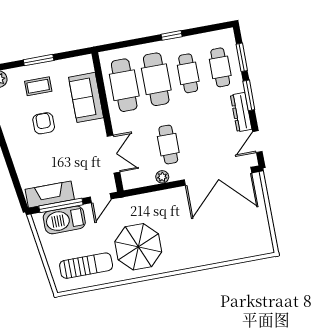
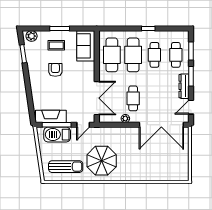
sofa: (86, 97) -> (86, 46), moved
double door: (114, 154) -> (97, 98), width x1.37

